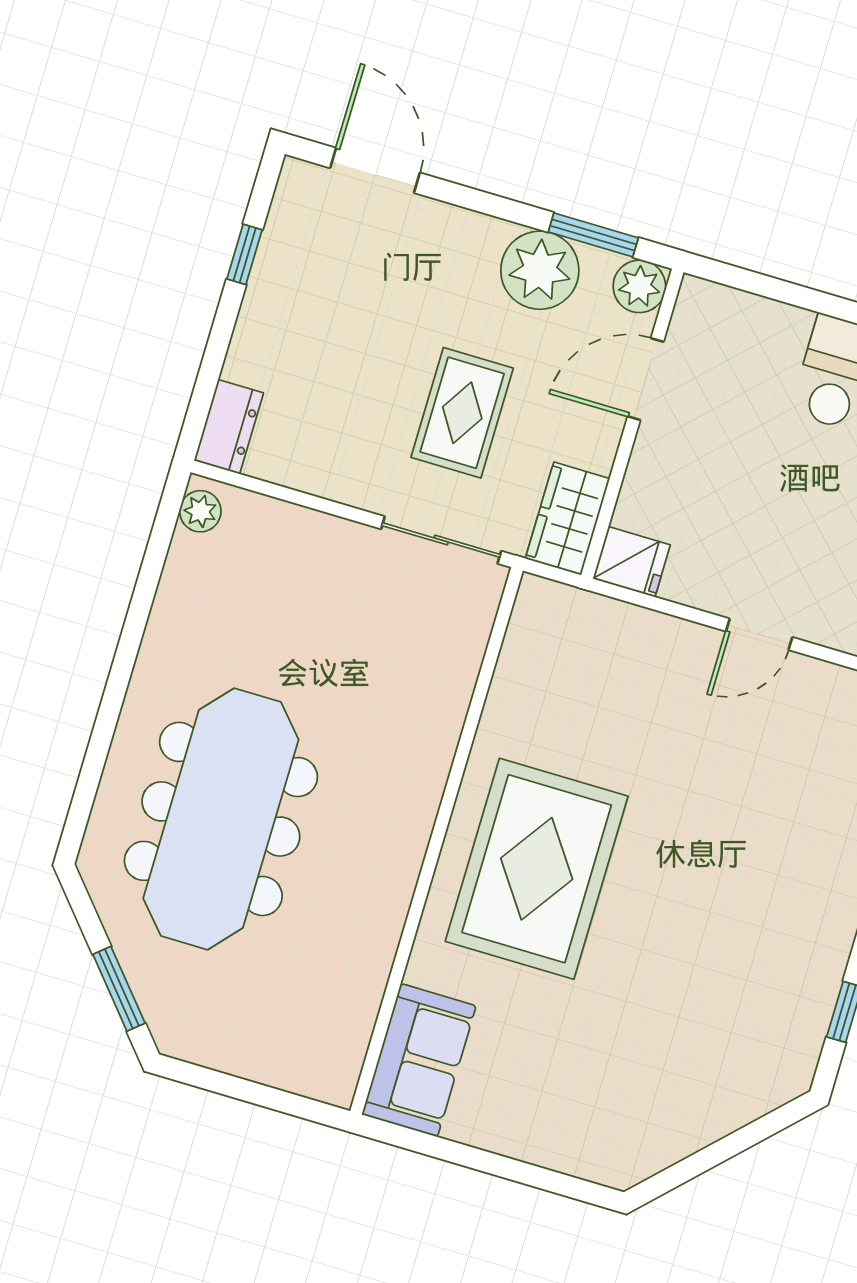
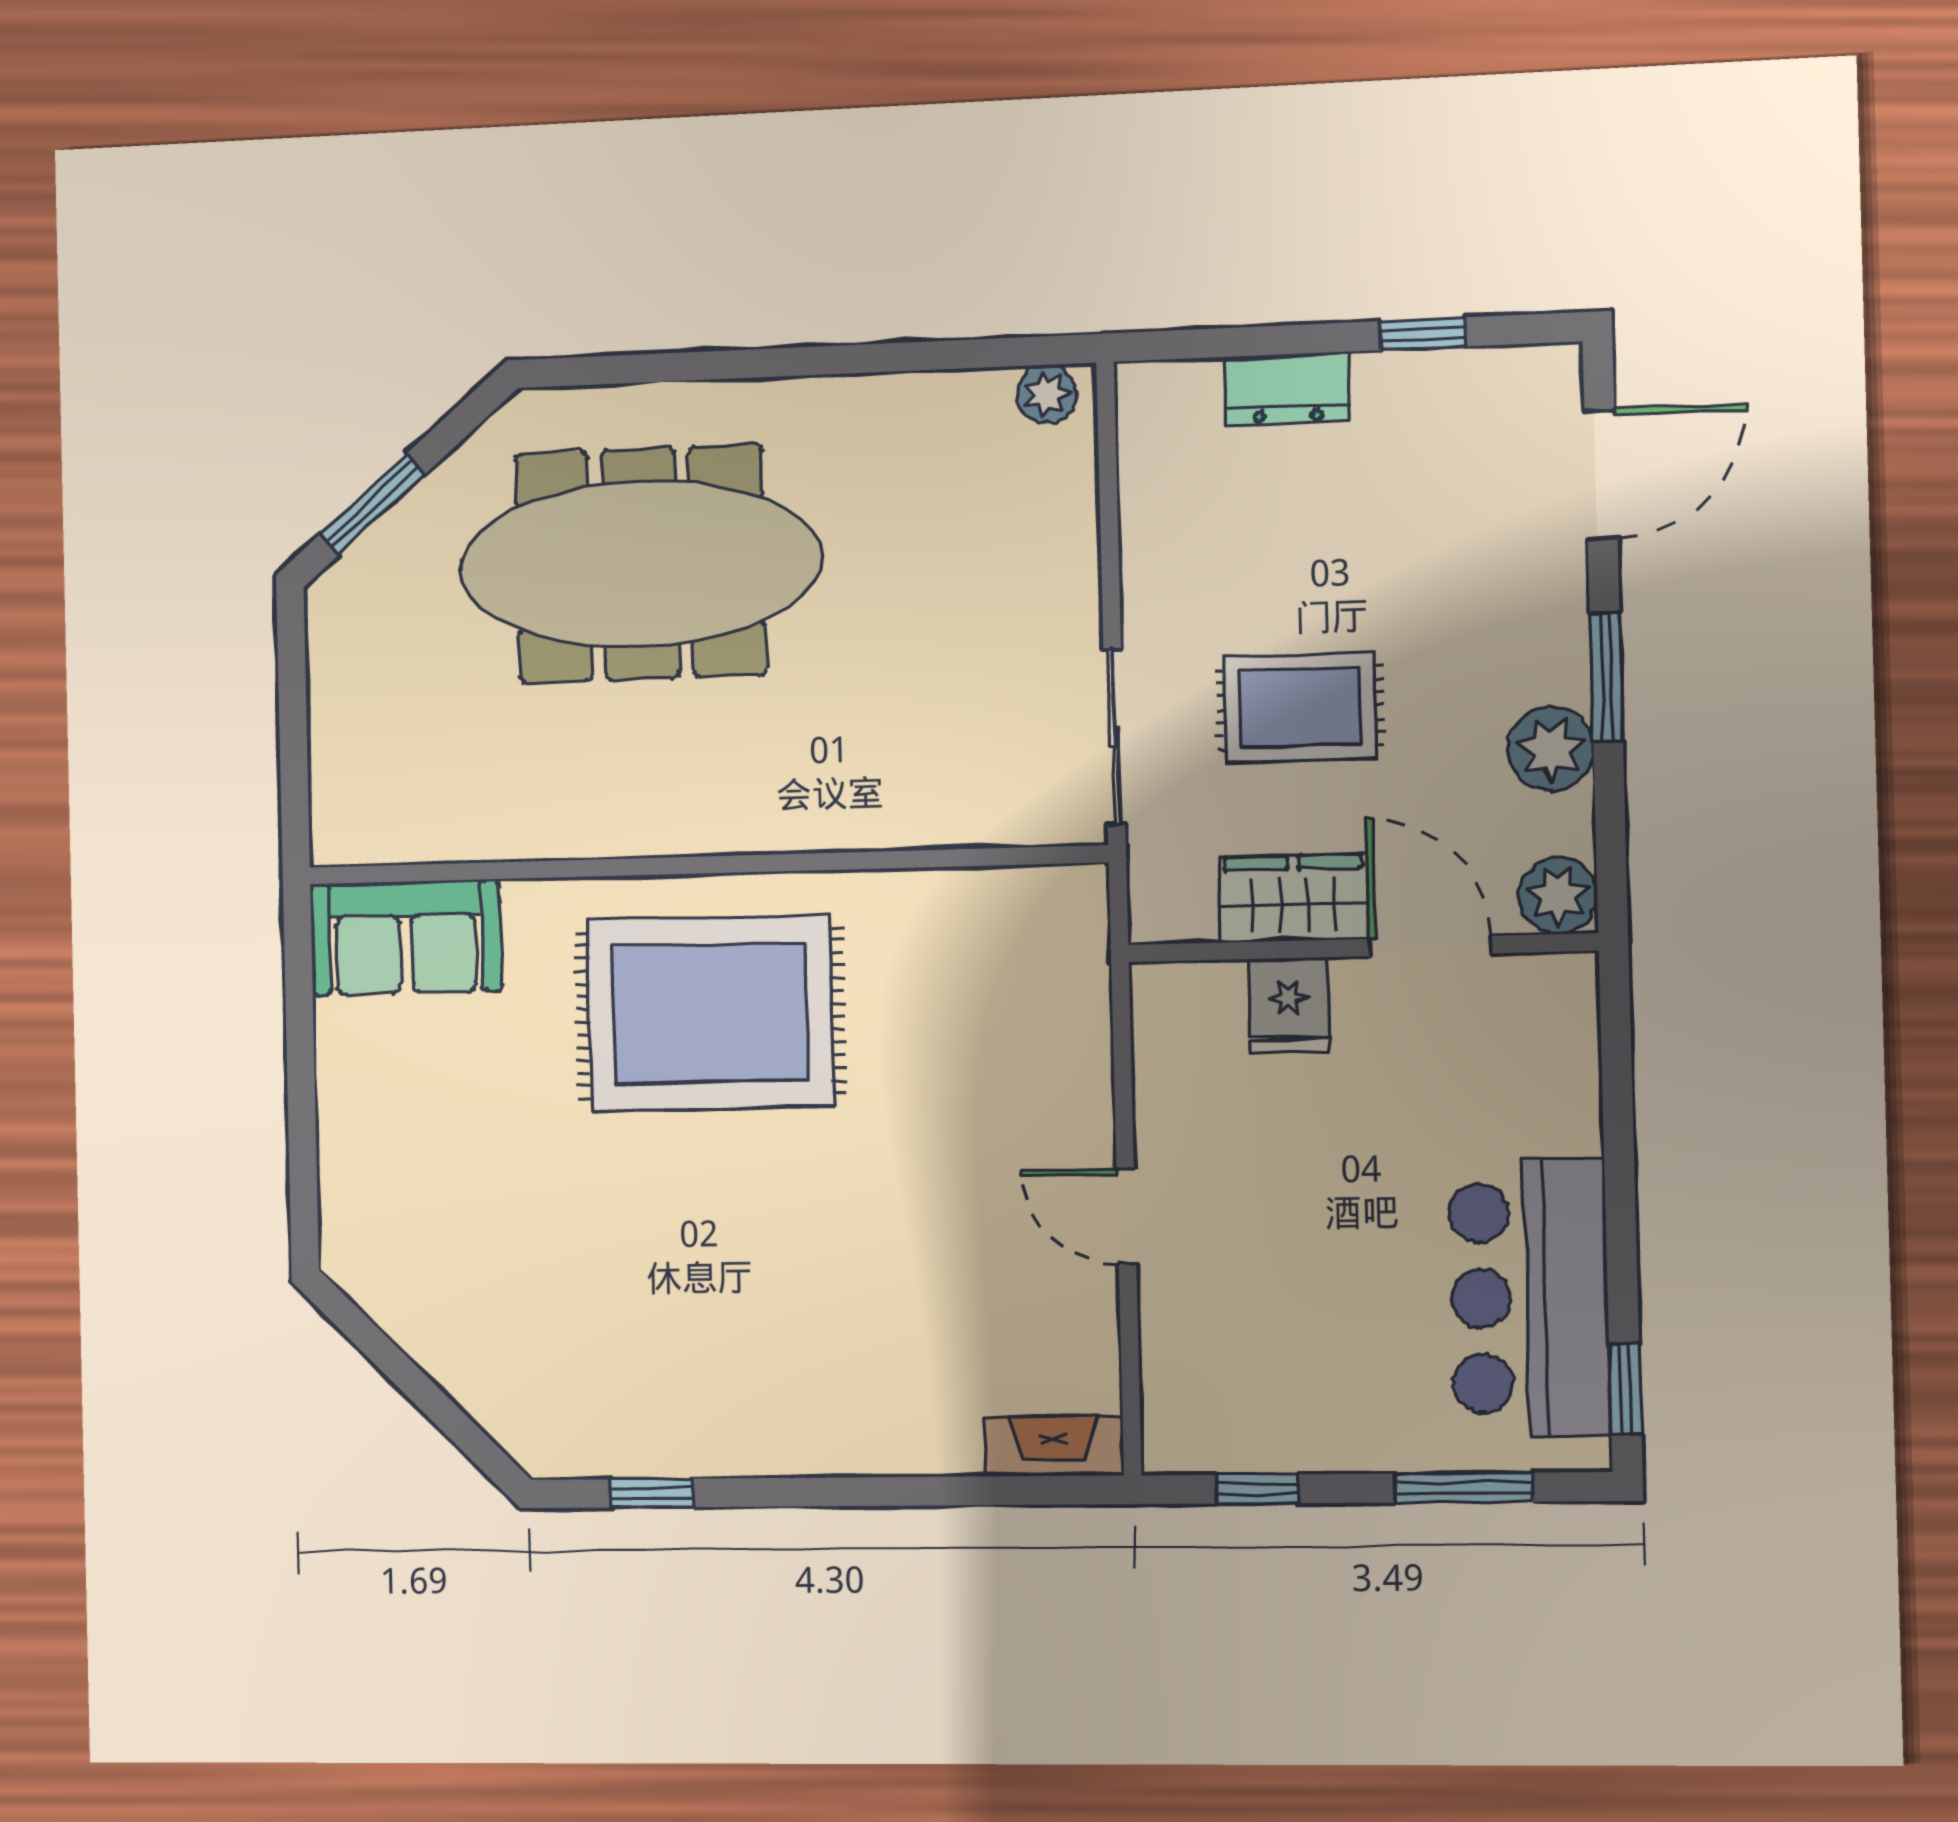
window: (593, 235) -> (1606, 677), moved
plant: (540, 270) -> (1551, 749), width x0.73, depth x0.73
dresser: (229, 427) -> (1287, 389), moved
wardrobe: (568, 519) -> (1294, 898), moved
fridge: (632, 562) -> (1289, 1005), moved

